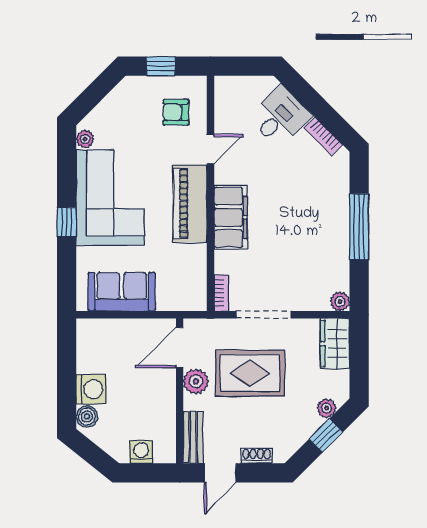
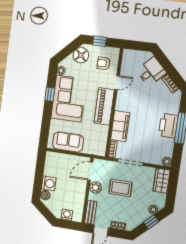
floor lamp: (124, 101) -> (81, 55), added
filing cabinet: (231, 217) -> (120, 126), moved
window: (67, 222) -> (50, 94), moved
printer: (332, 225) -> (168, 126), added
rug: (250, 373) -> (120, 188), width x0.73, depth x0.70

